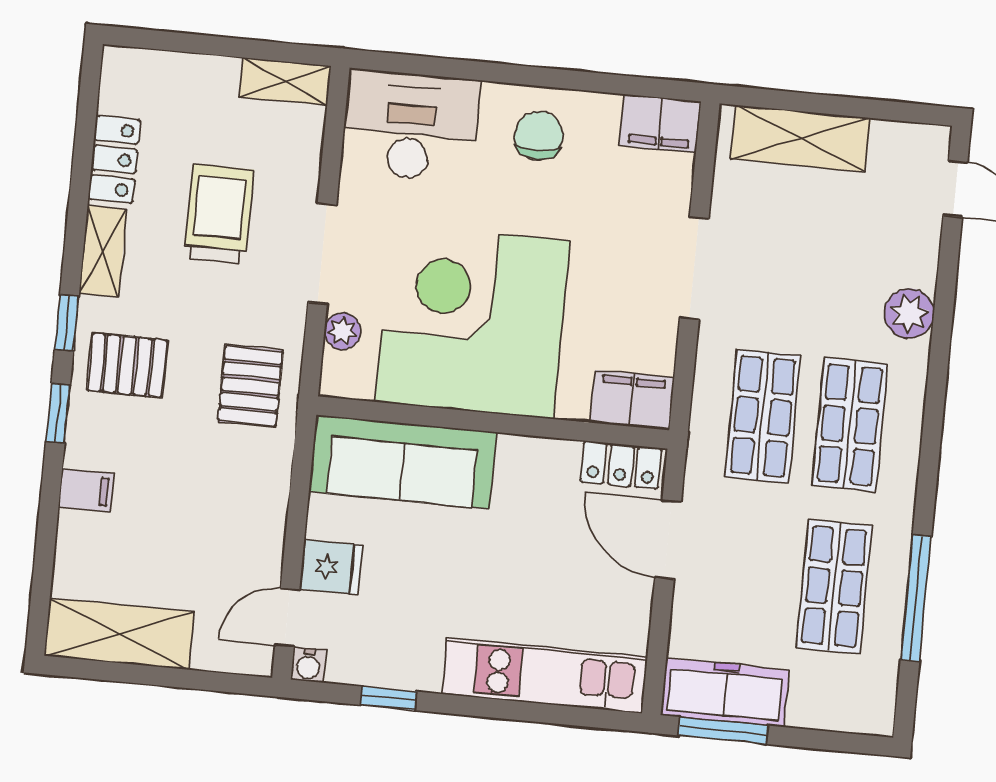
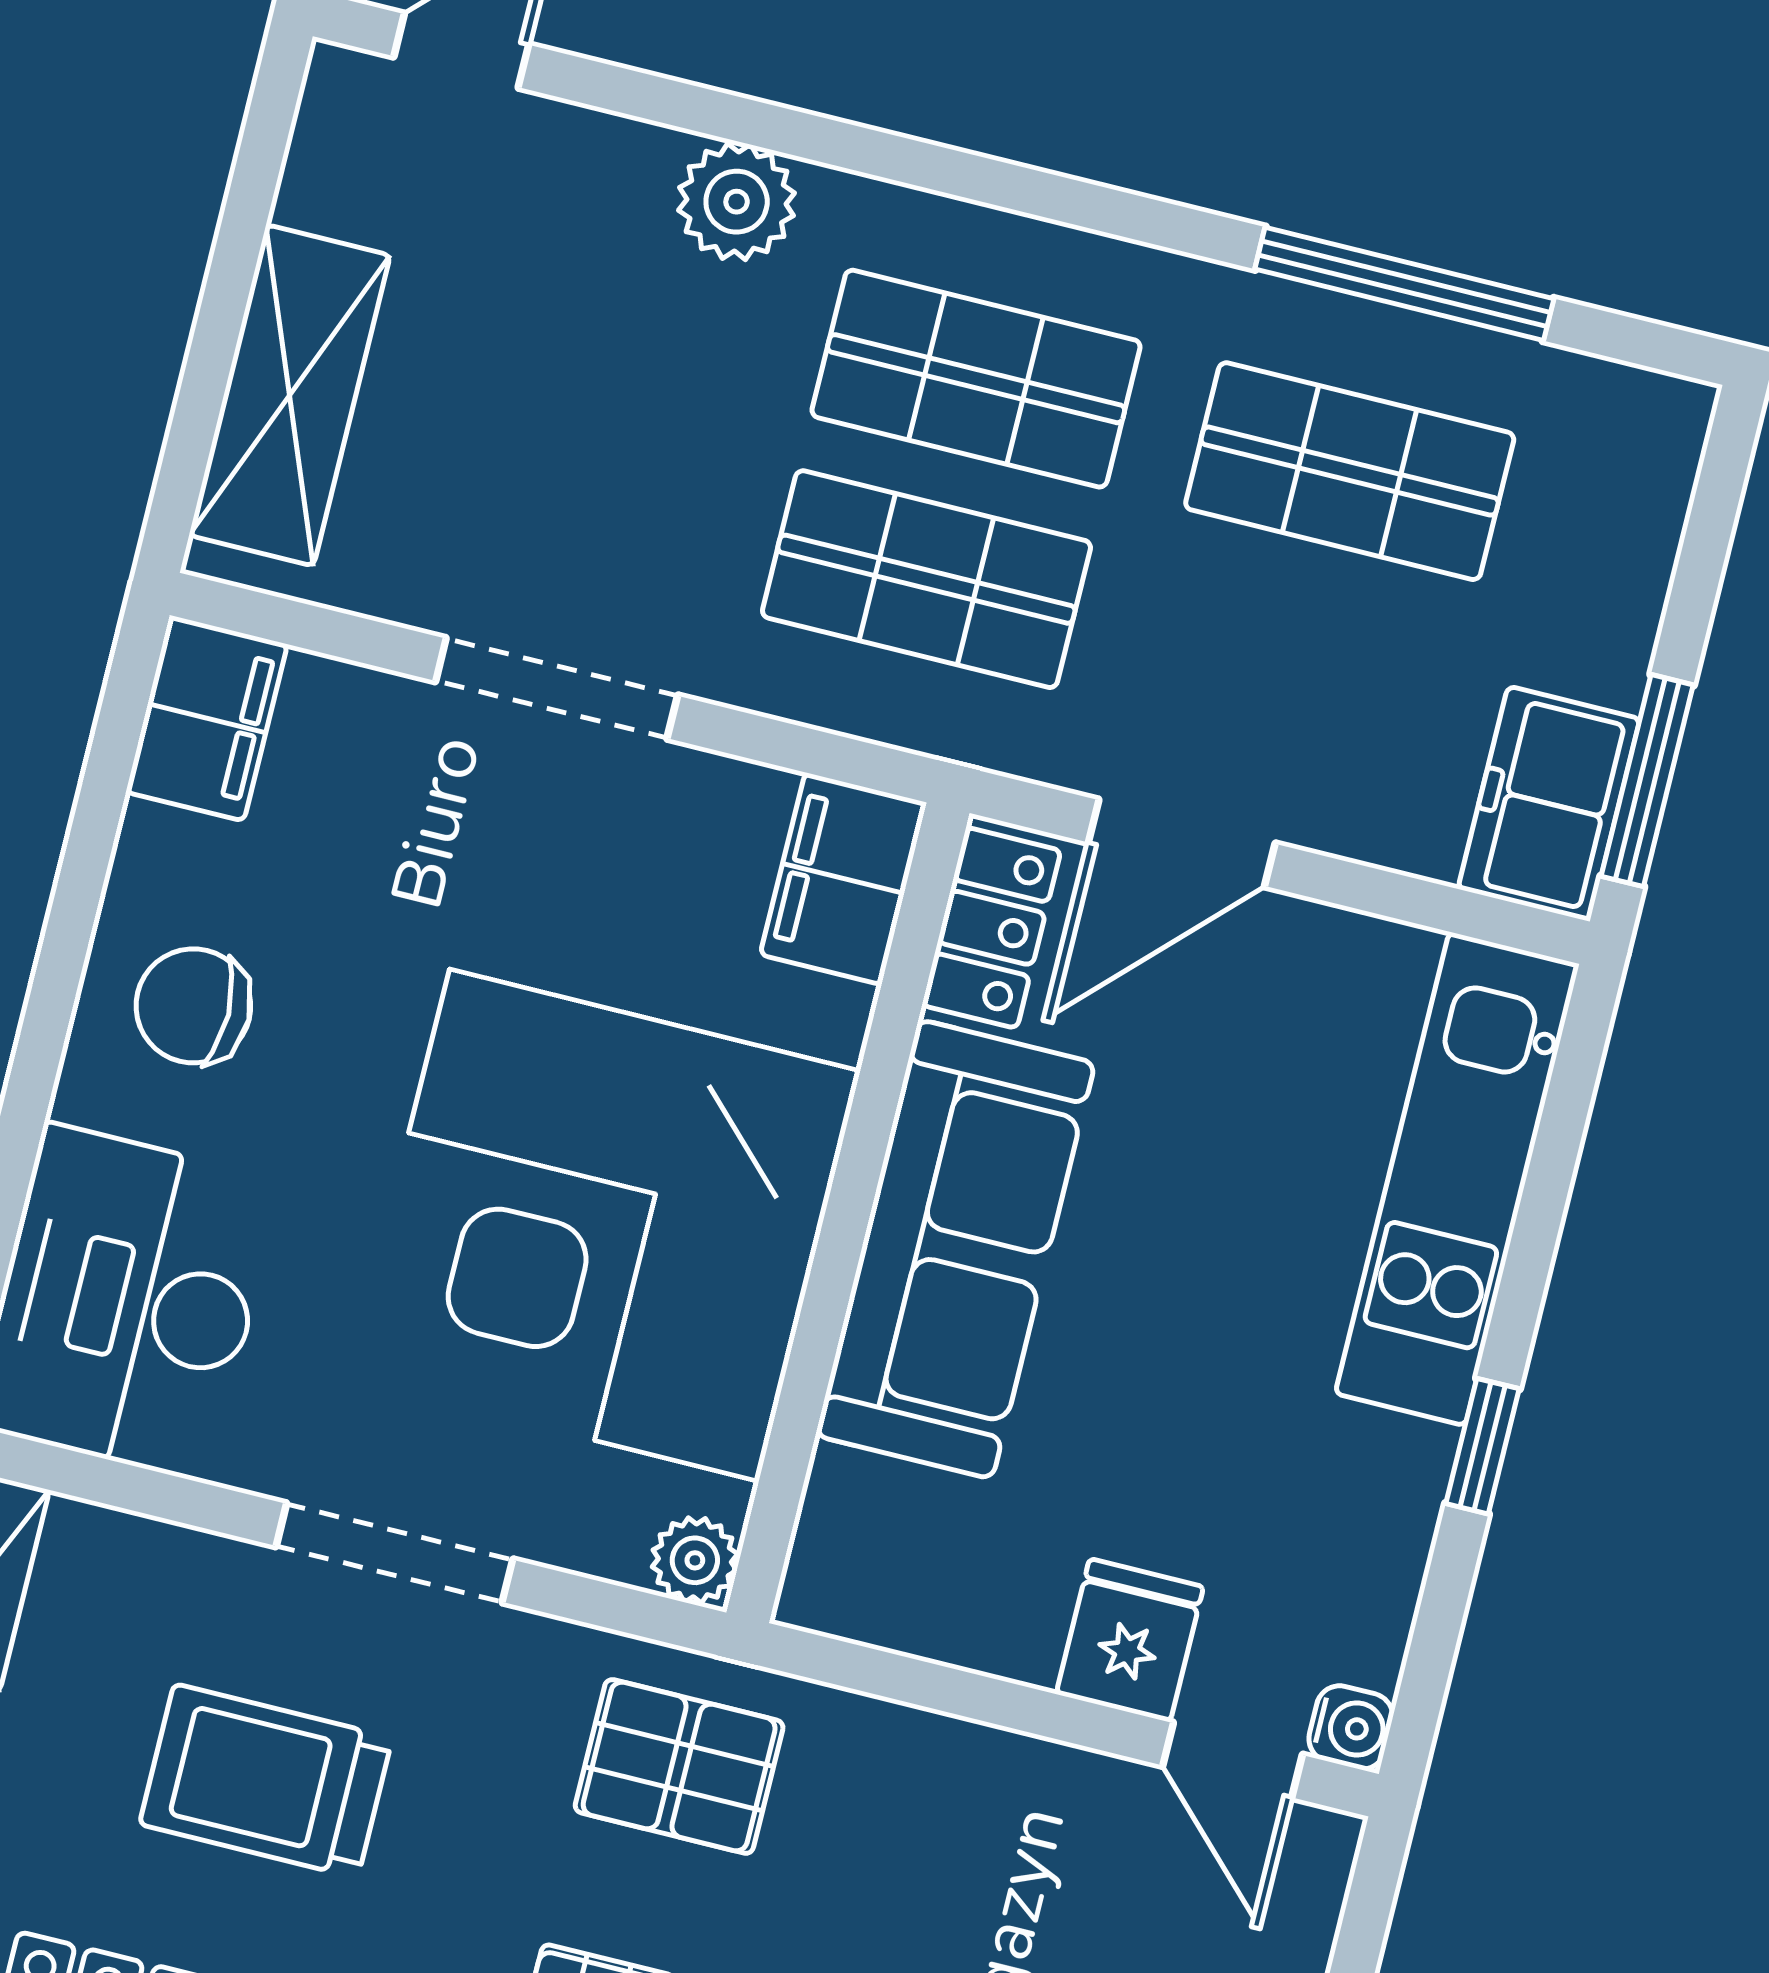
plant: (342, 331) -> (695, 1560), moved
sofa: (403, 462) -> (955, 1249), moved
freezer: (725, 692) -> (1549, 804), width x0.71
window: (389, 698) -> (1482, 1446), moved

